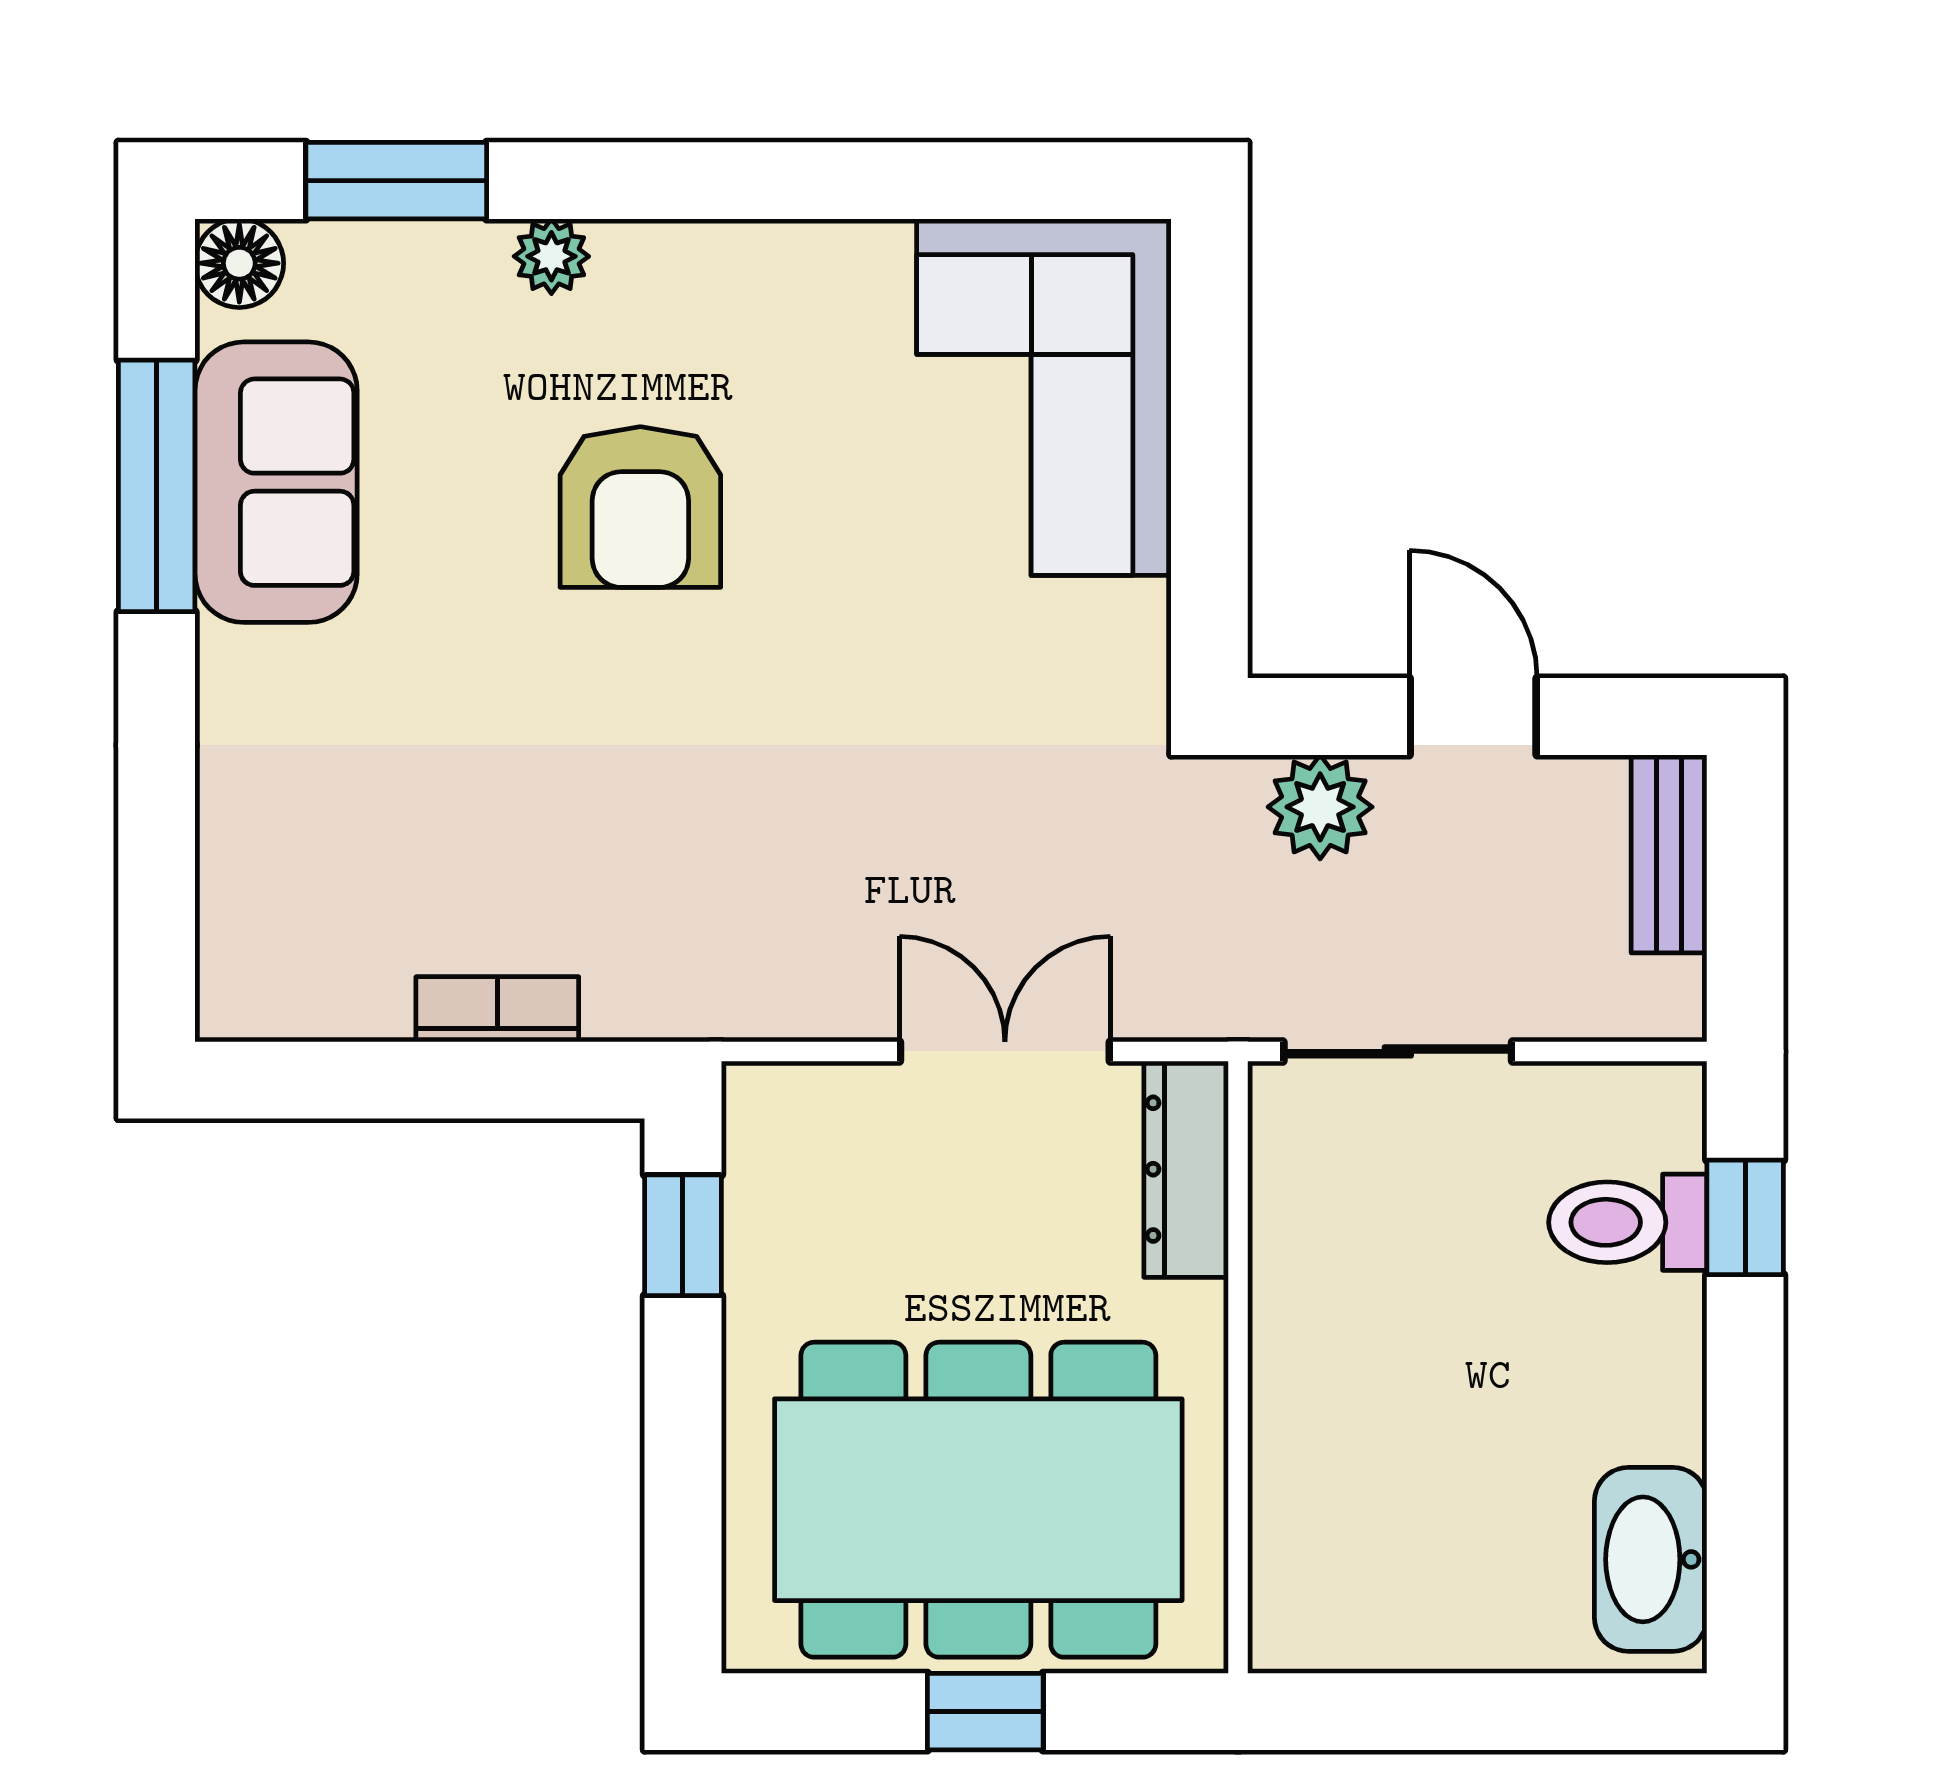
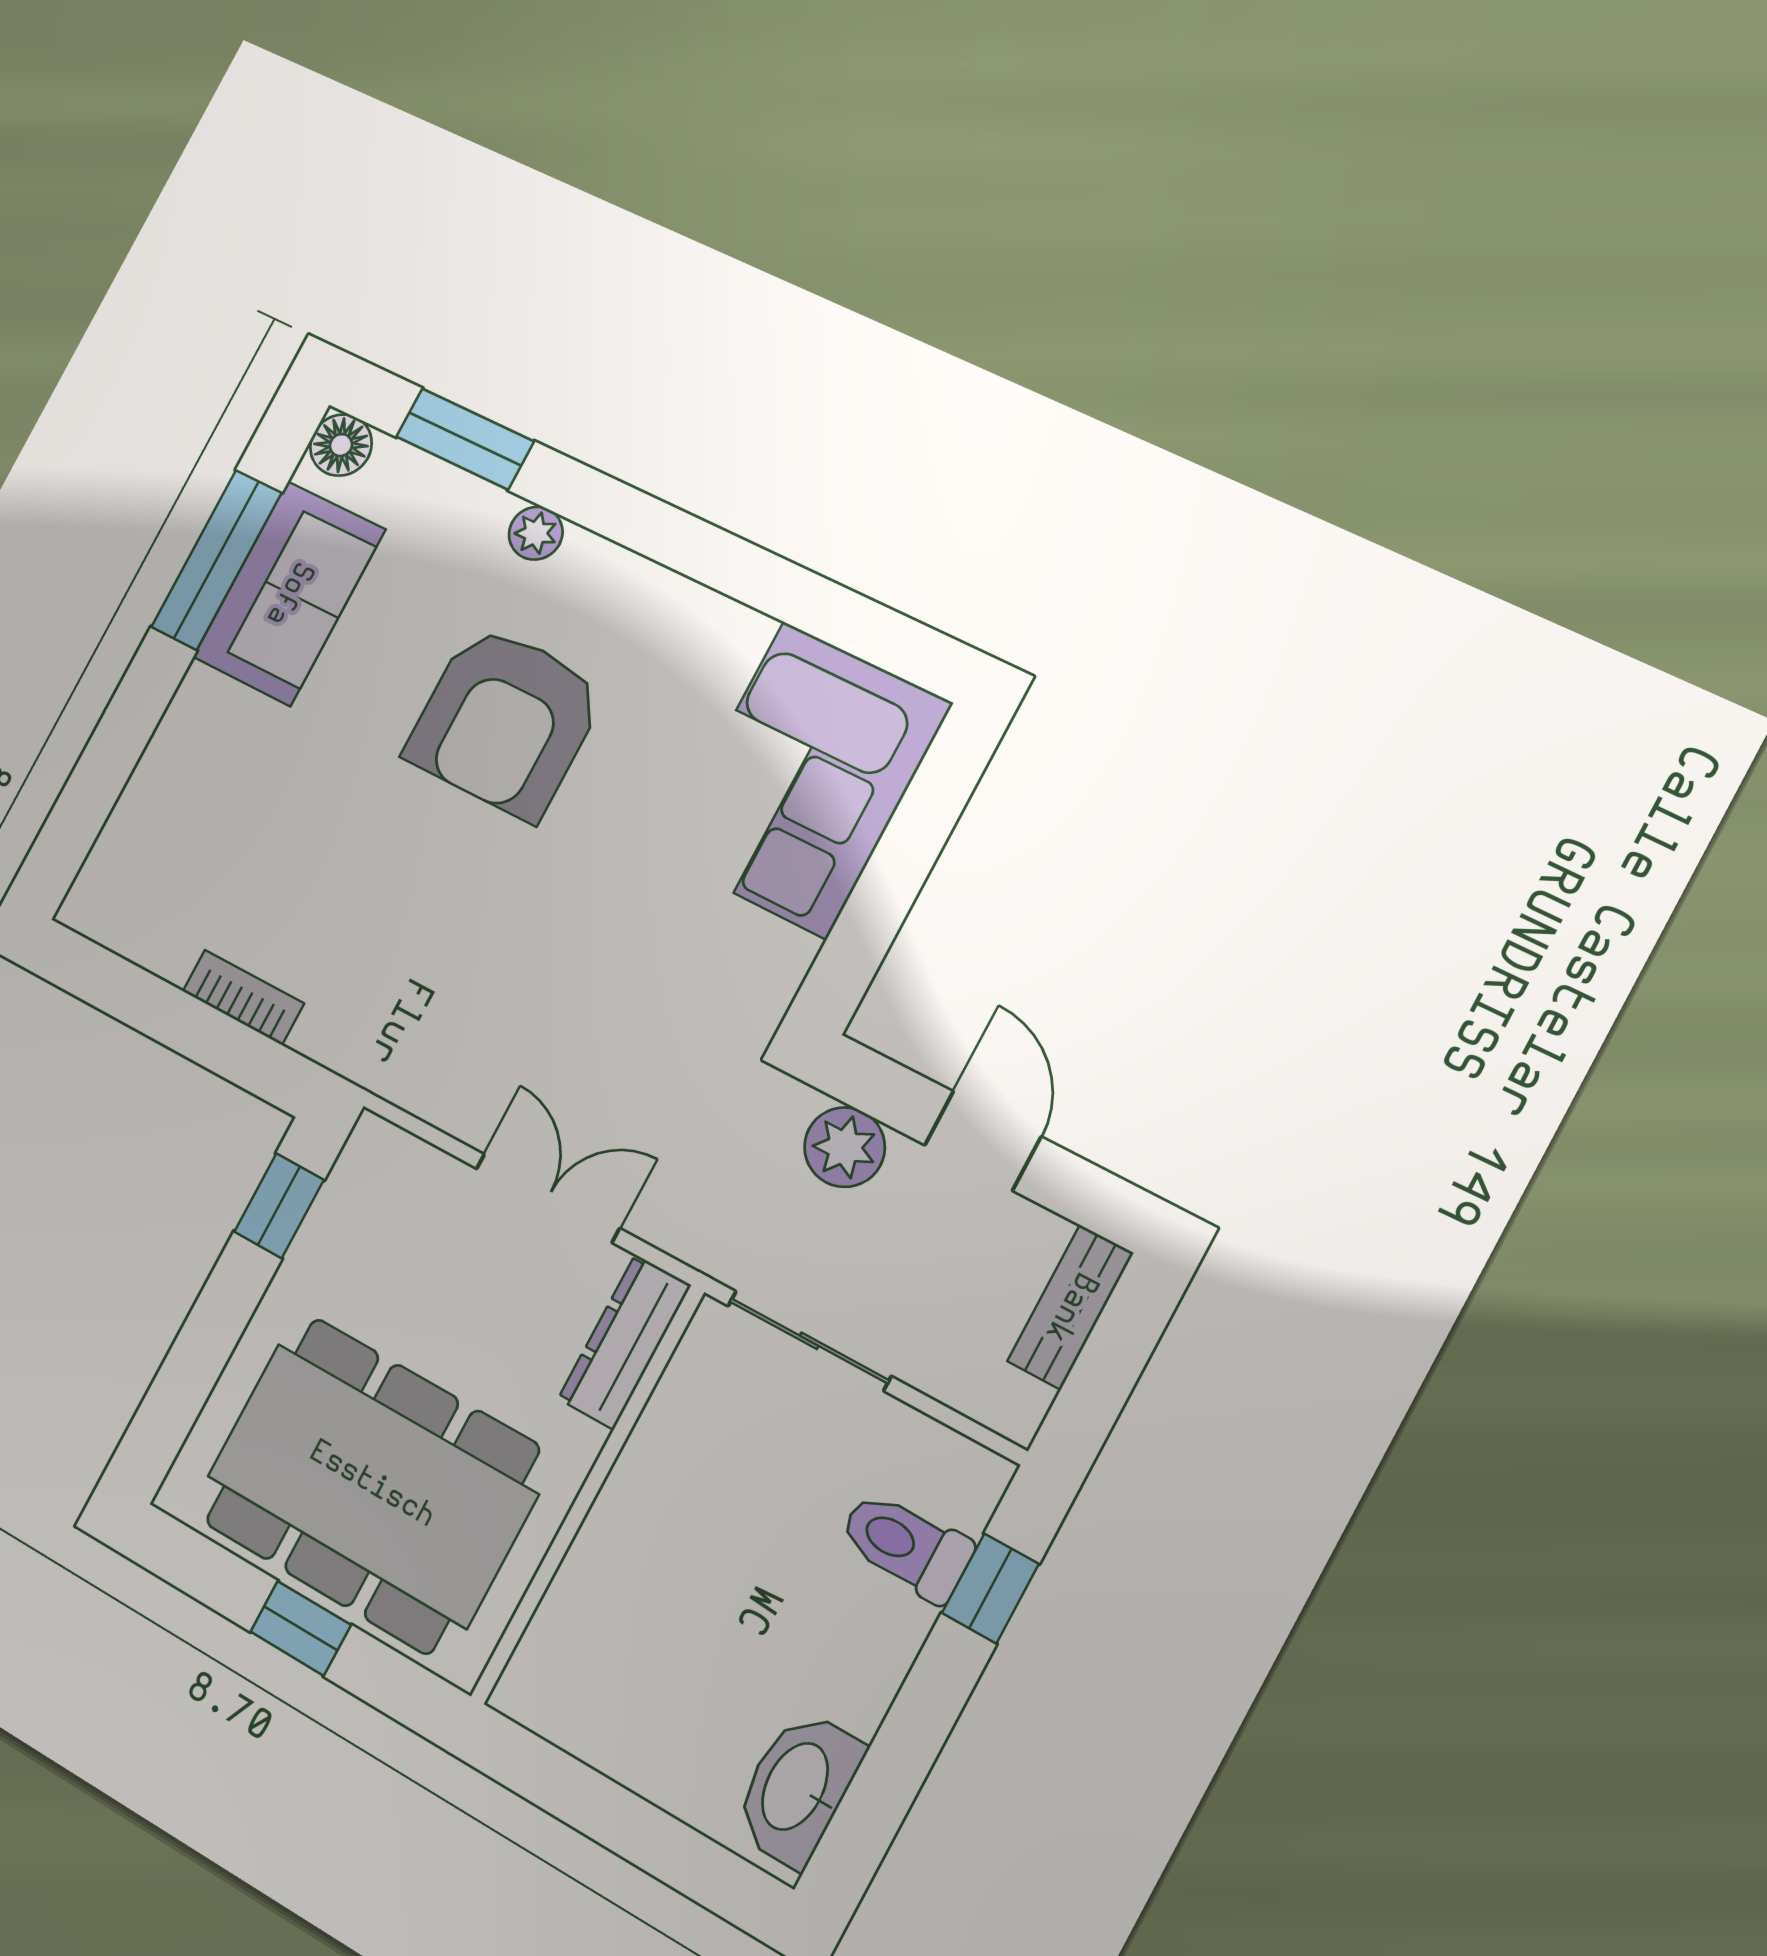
armchair: (640, 507) -> (505, 721), width x1.36, depth x1.36

